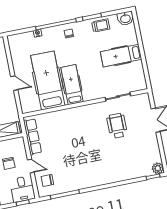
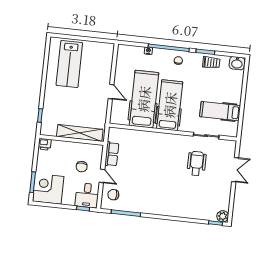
hospital bed: (121, 56) -> (220, 111), moved
hospital bed: (72, 85) -> (170, 105), width x1.37, depth x1.29
row of seats: (33, 137) -> (112, 154), width x0.68

